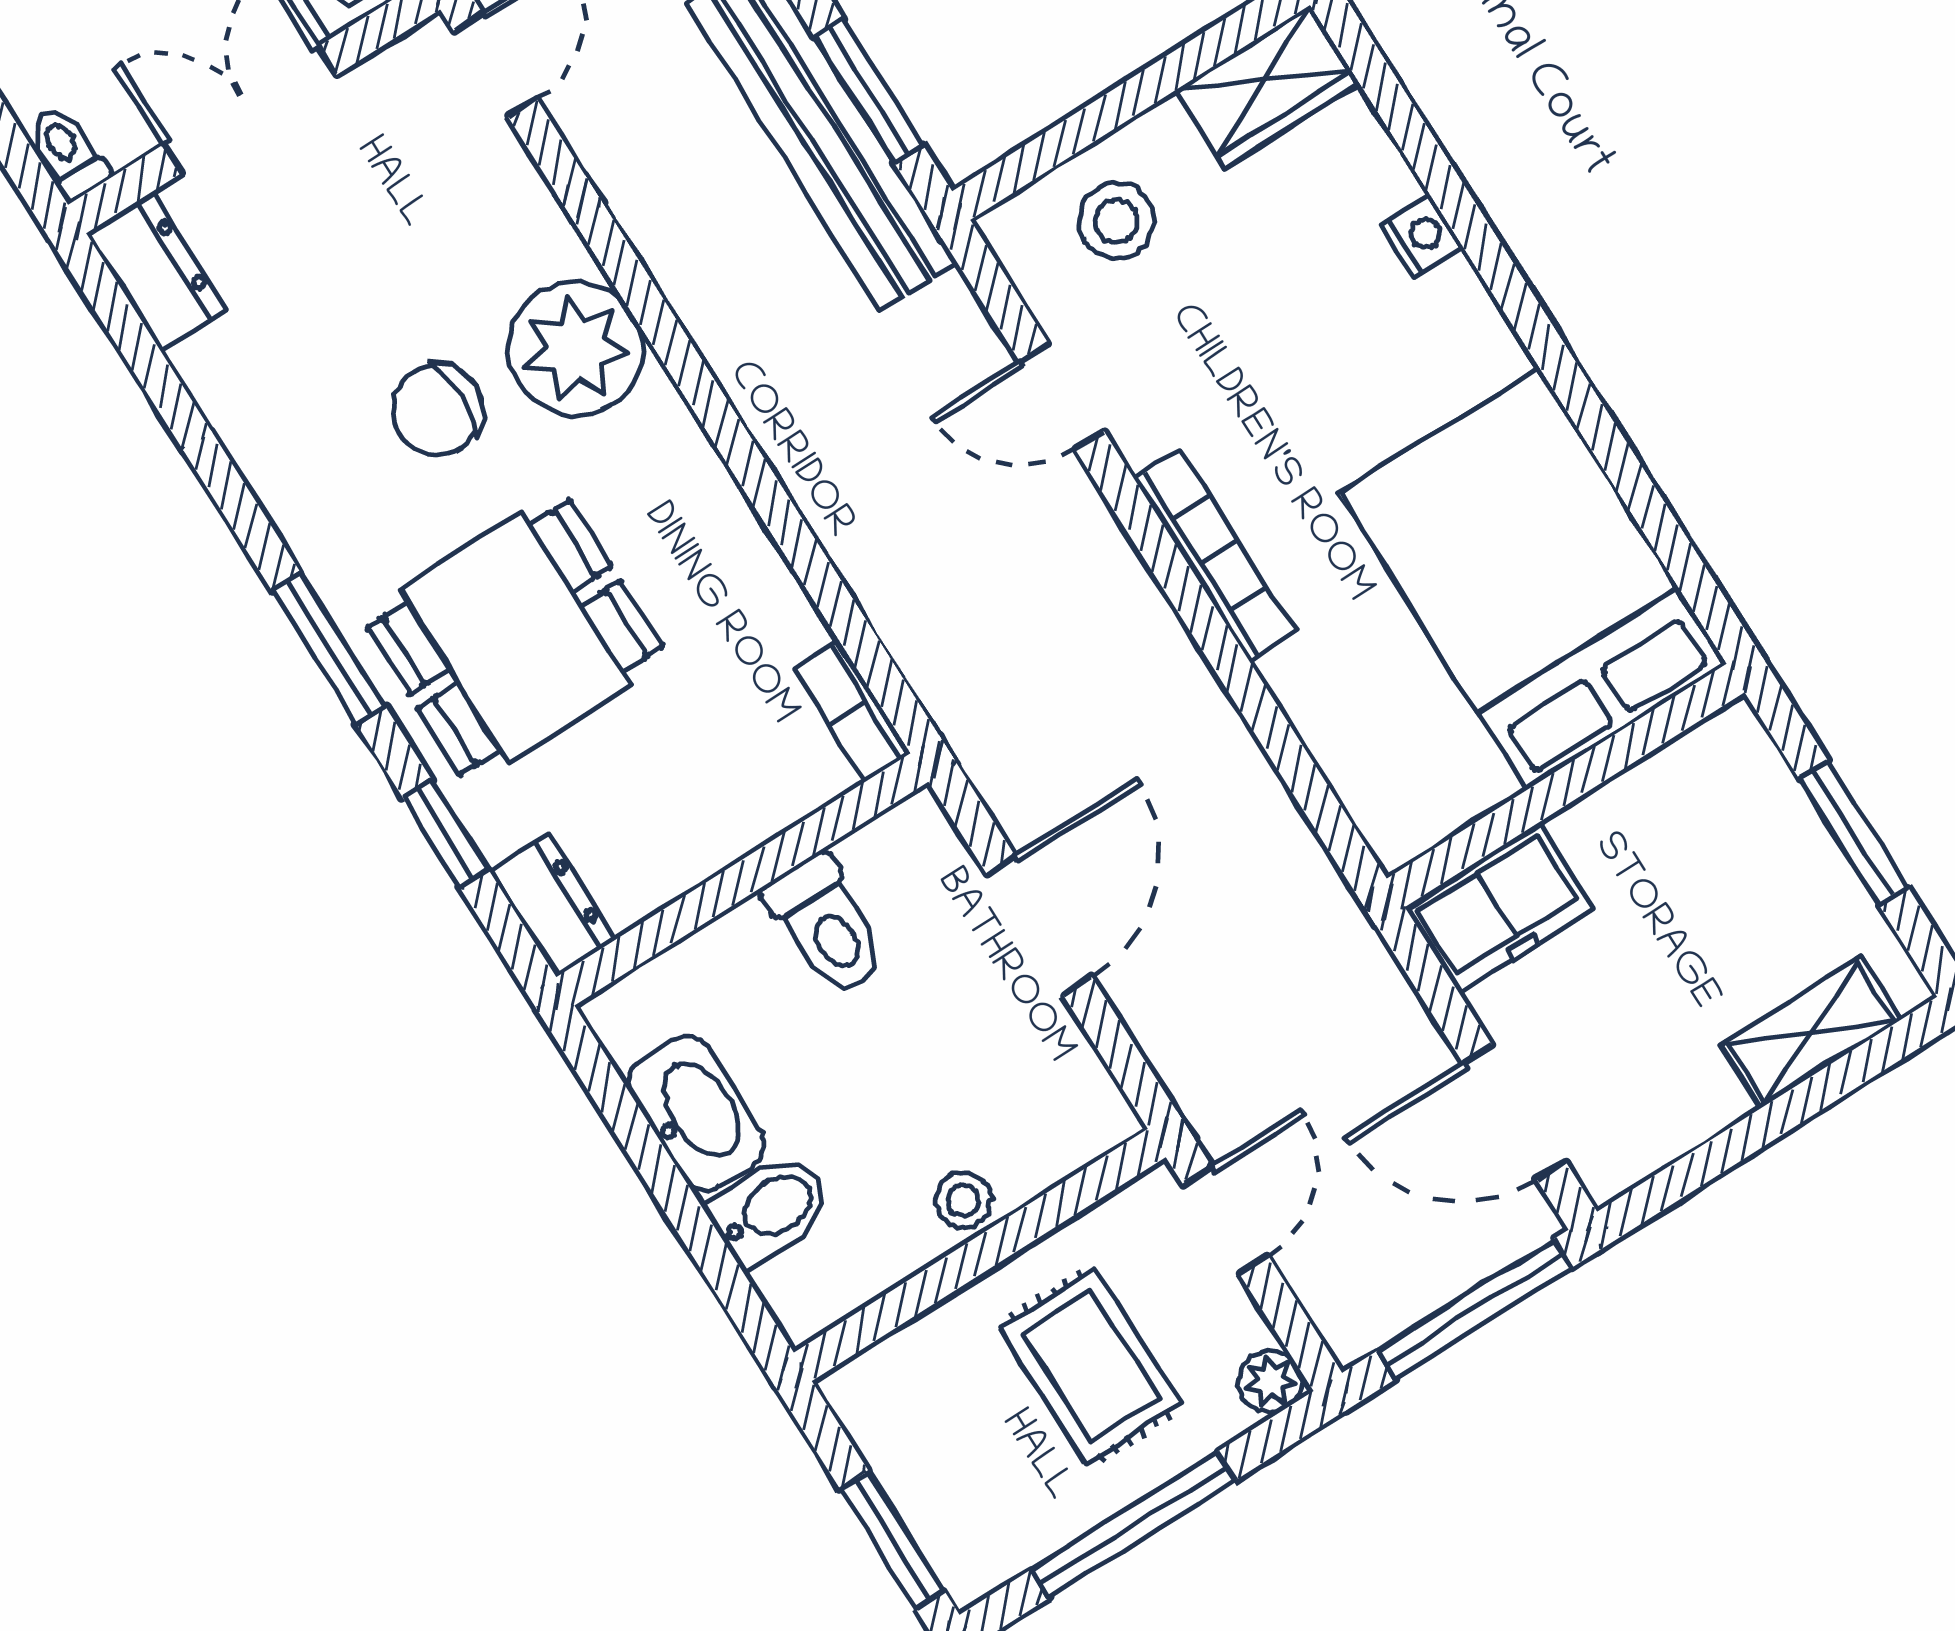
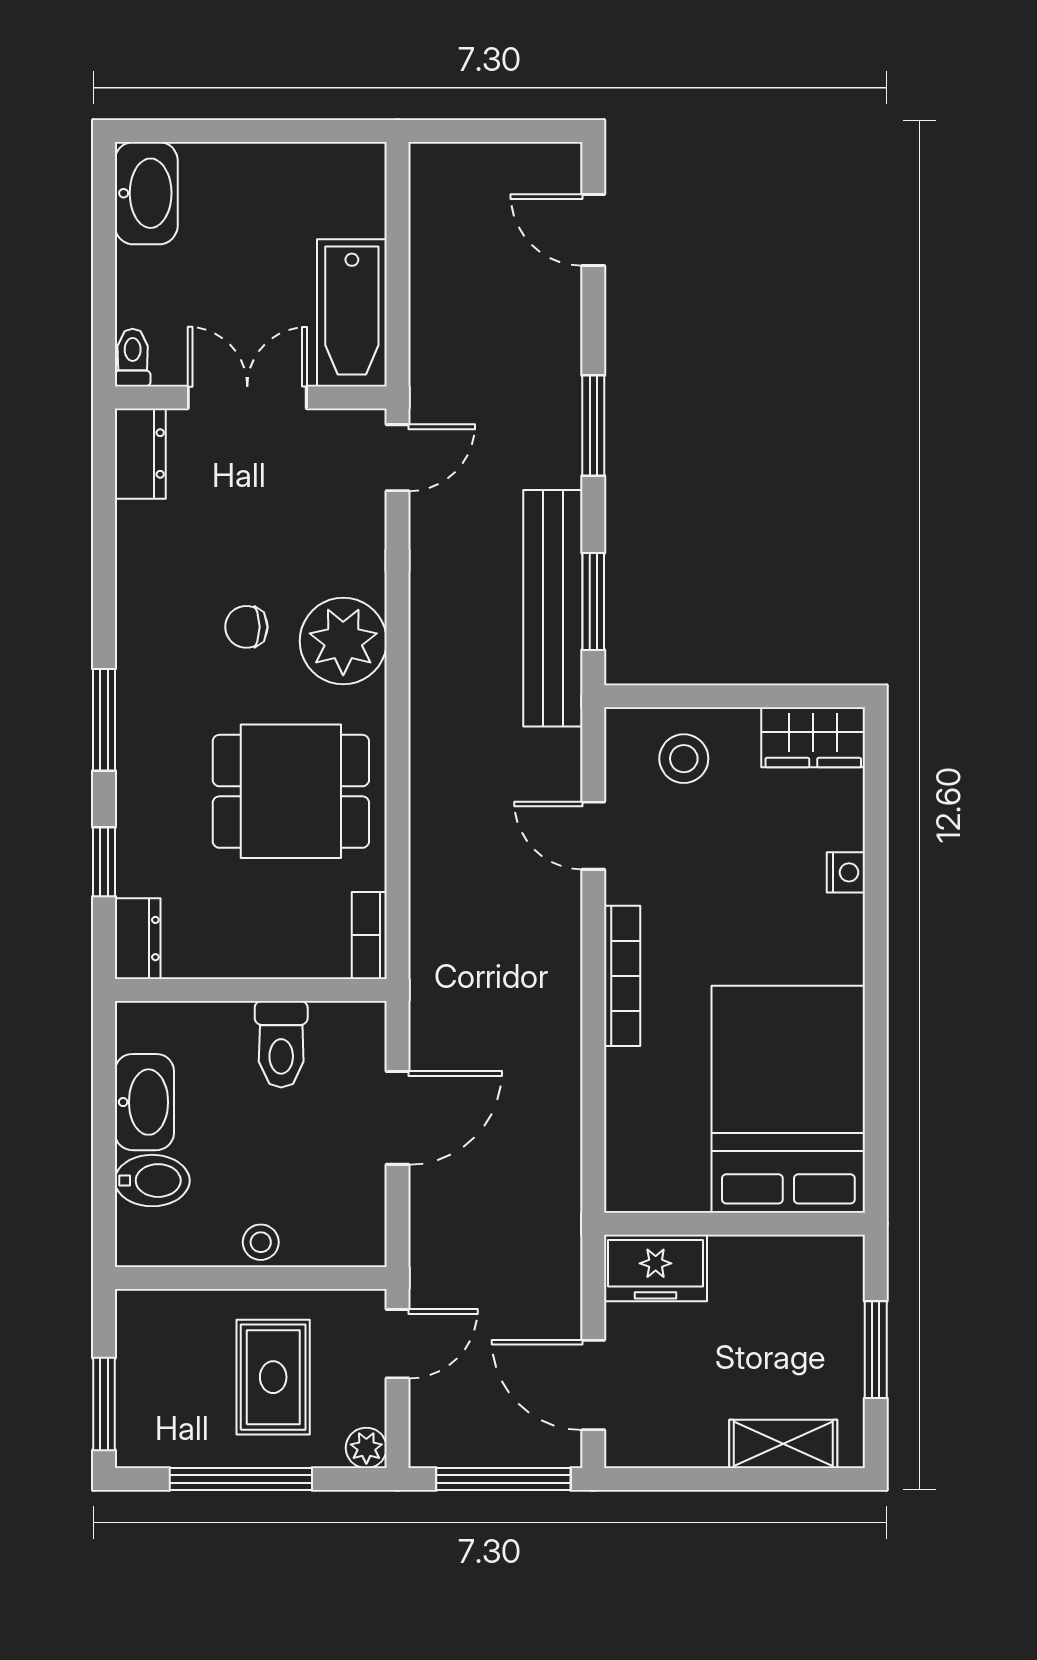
chair: (438, 410) -> (246, 627), width x0.73, depth x0.73
dining table: (515, 638) -> (291, 791), moved

